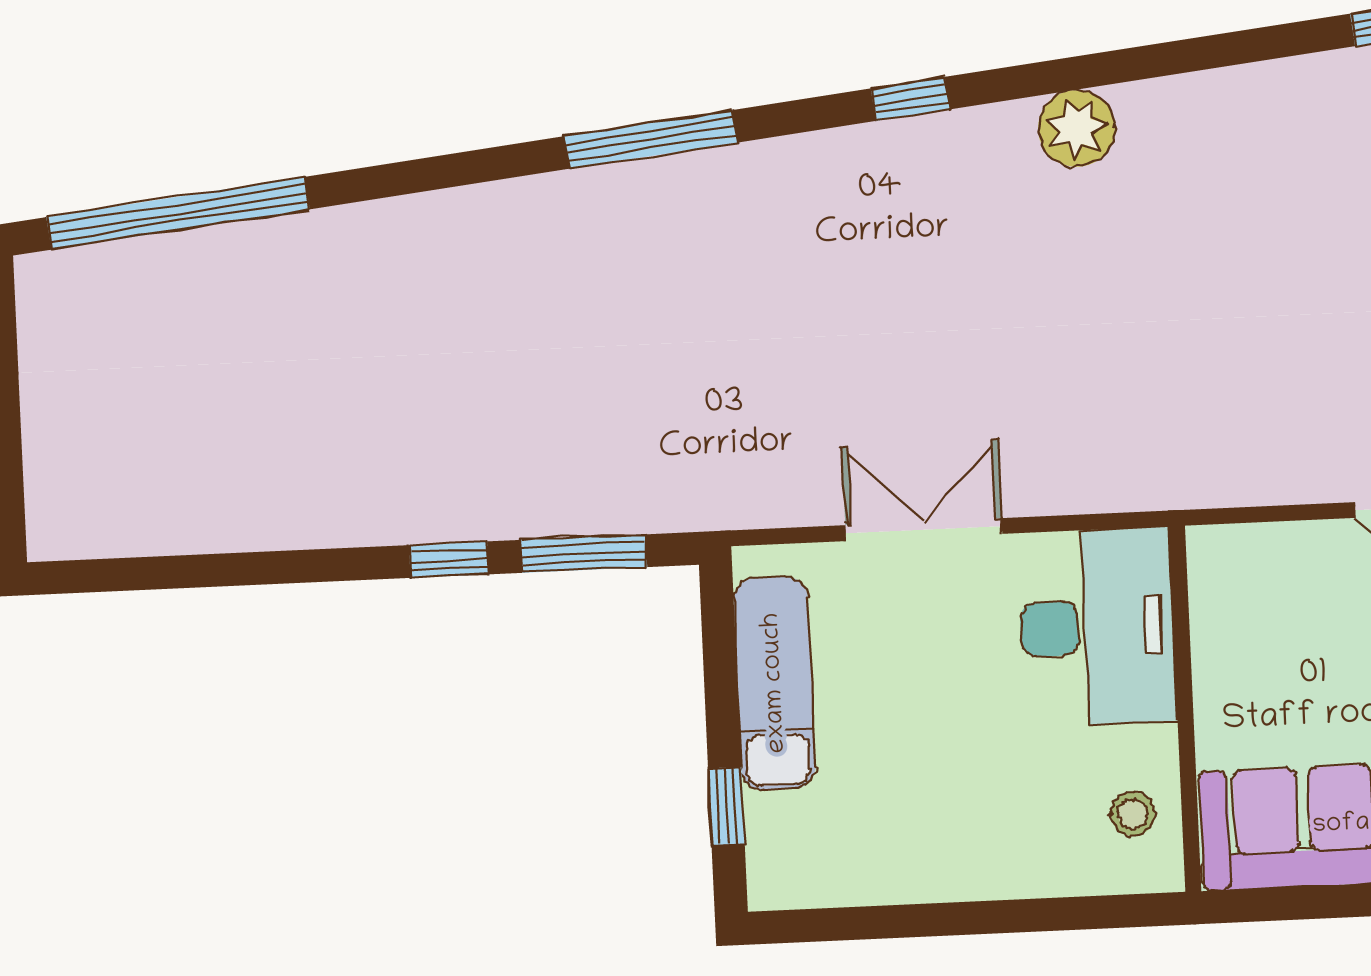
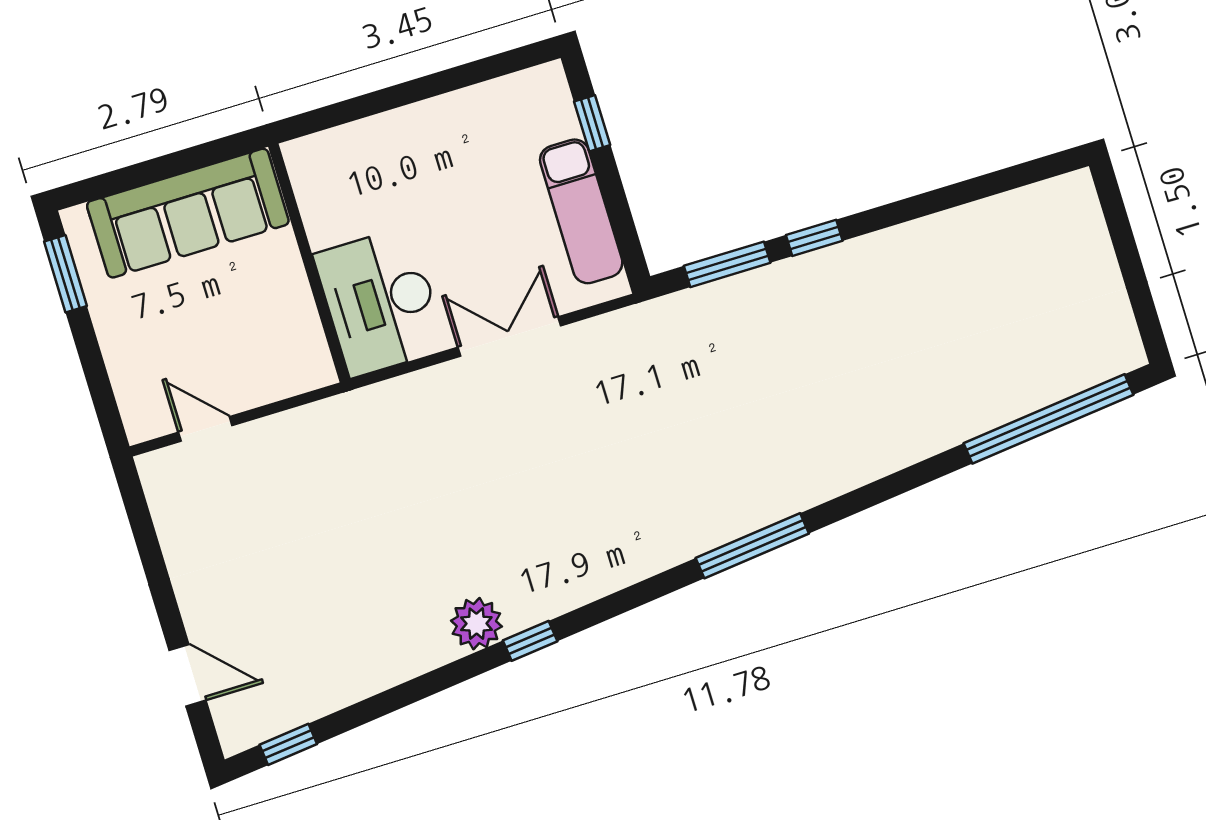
window: (910, 99) -> (530, 641), moved
double door: (924, 530) -> (509, 337), swing flipped
stool: (1133, 814) -> (326, 186), removed

